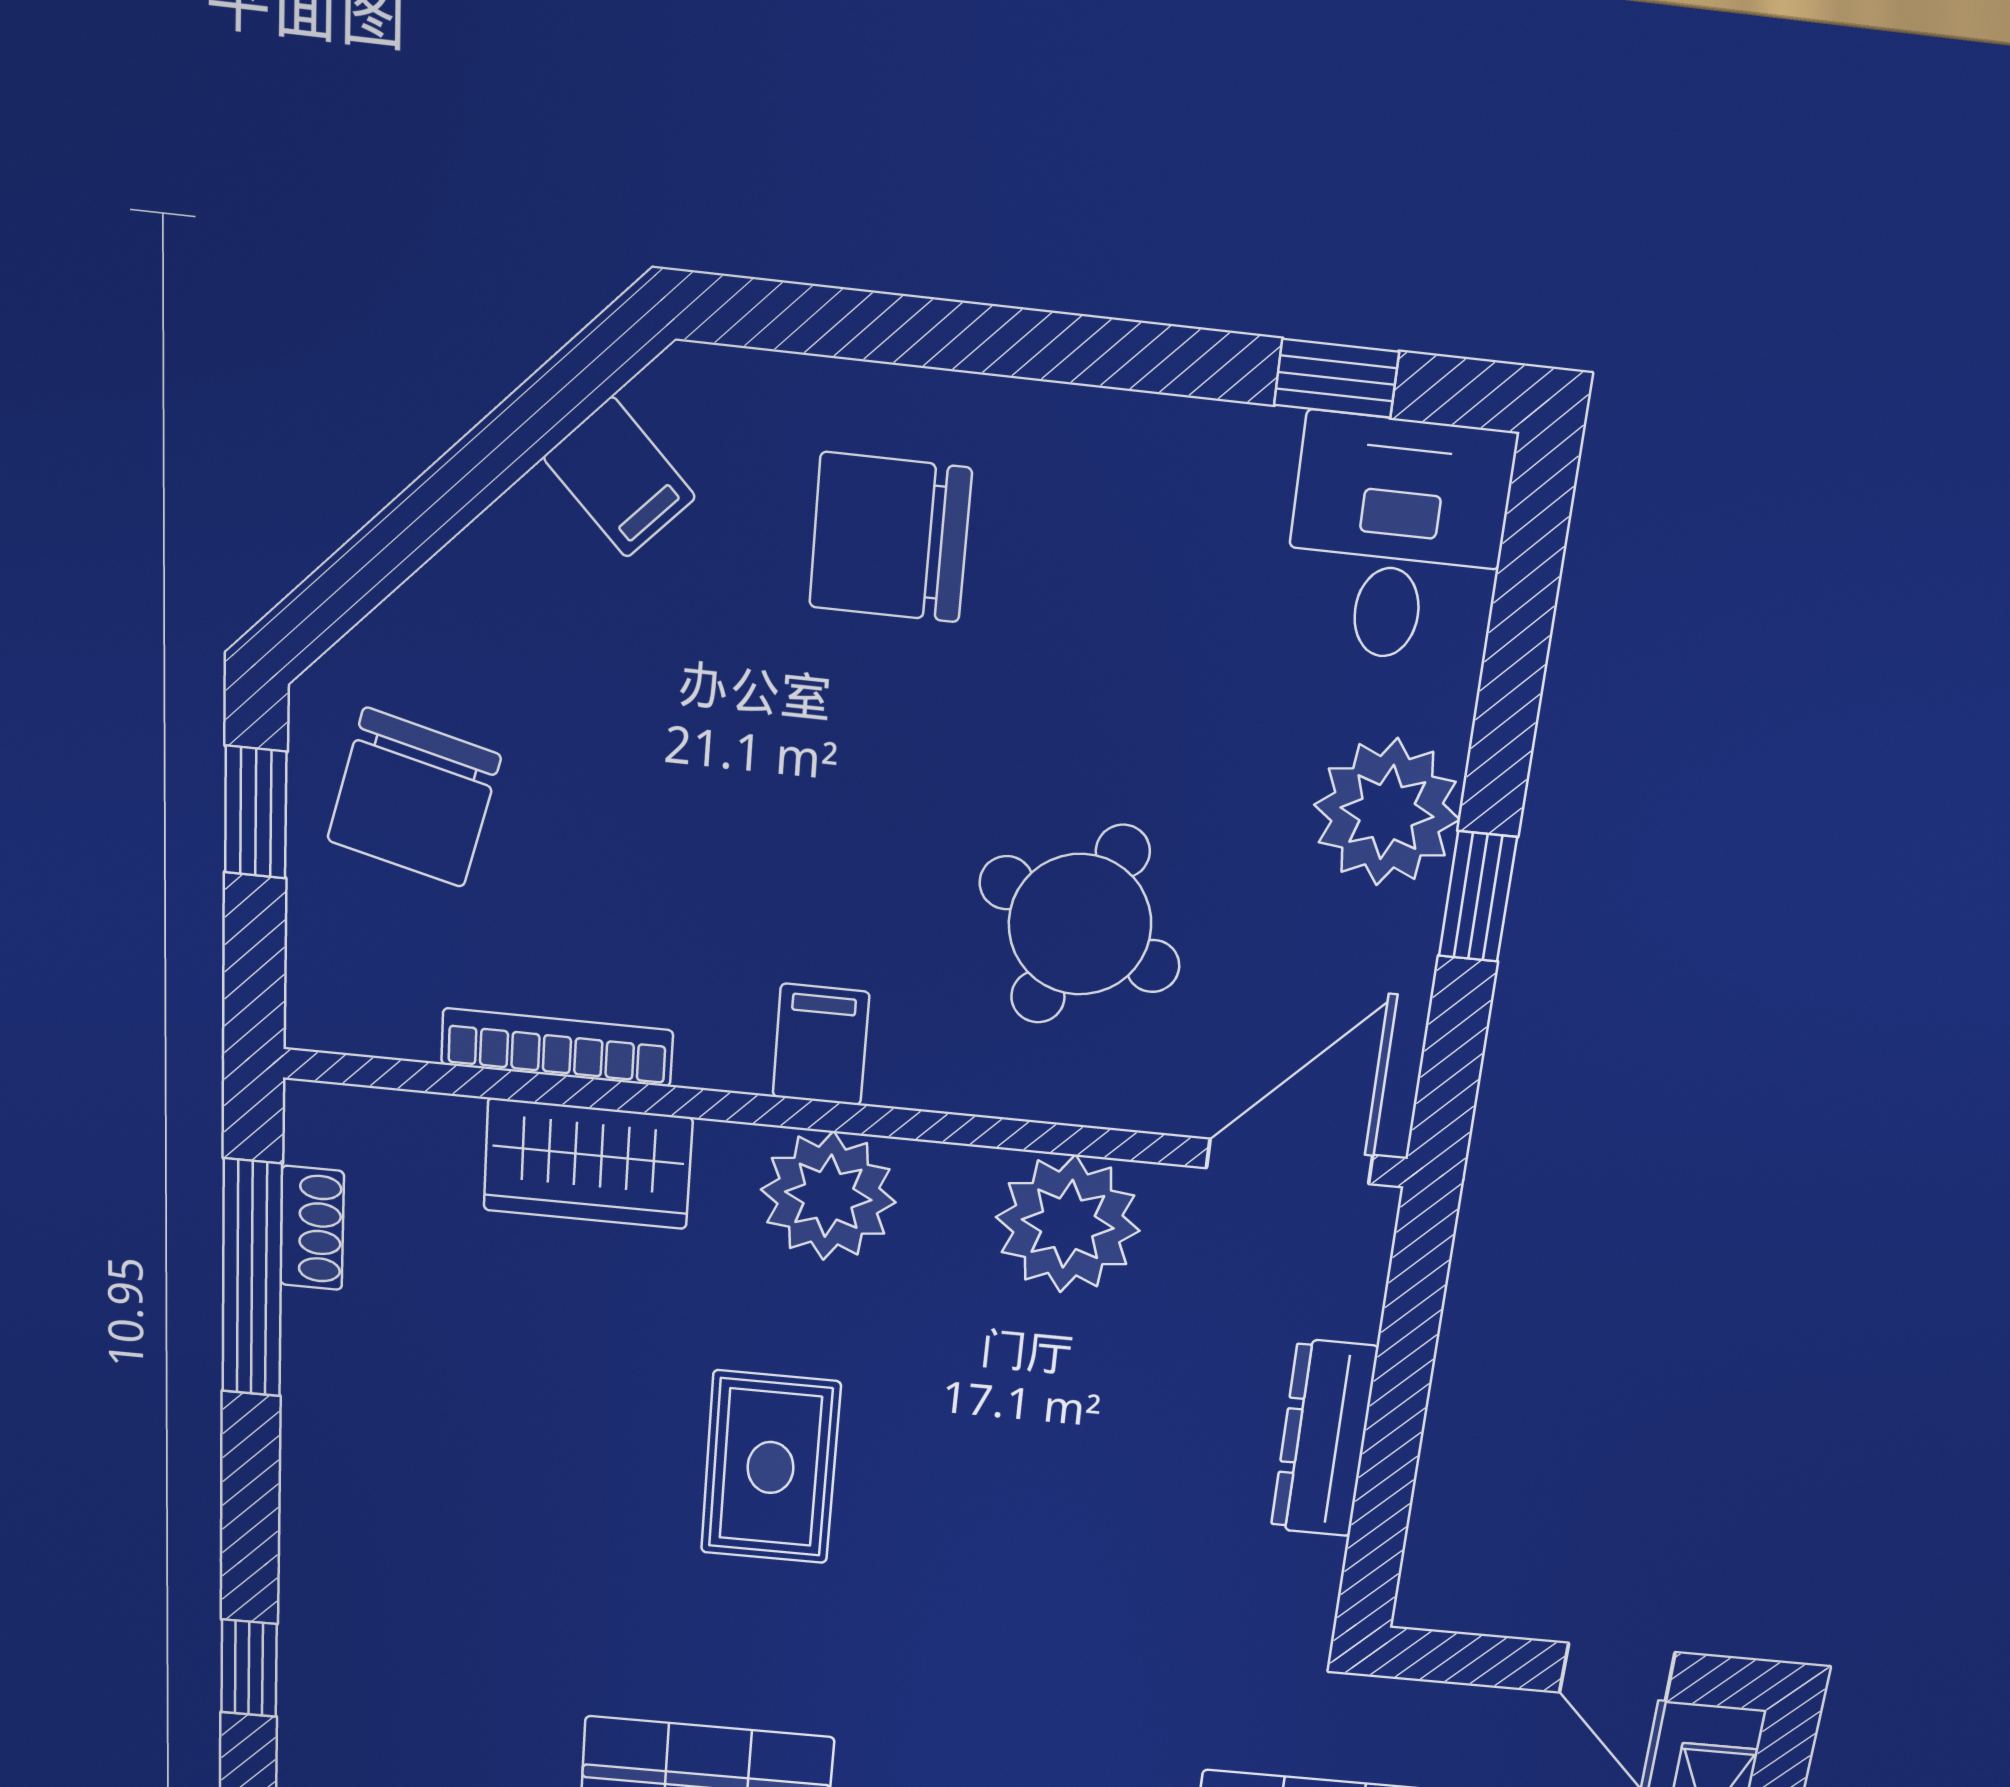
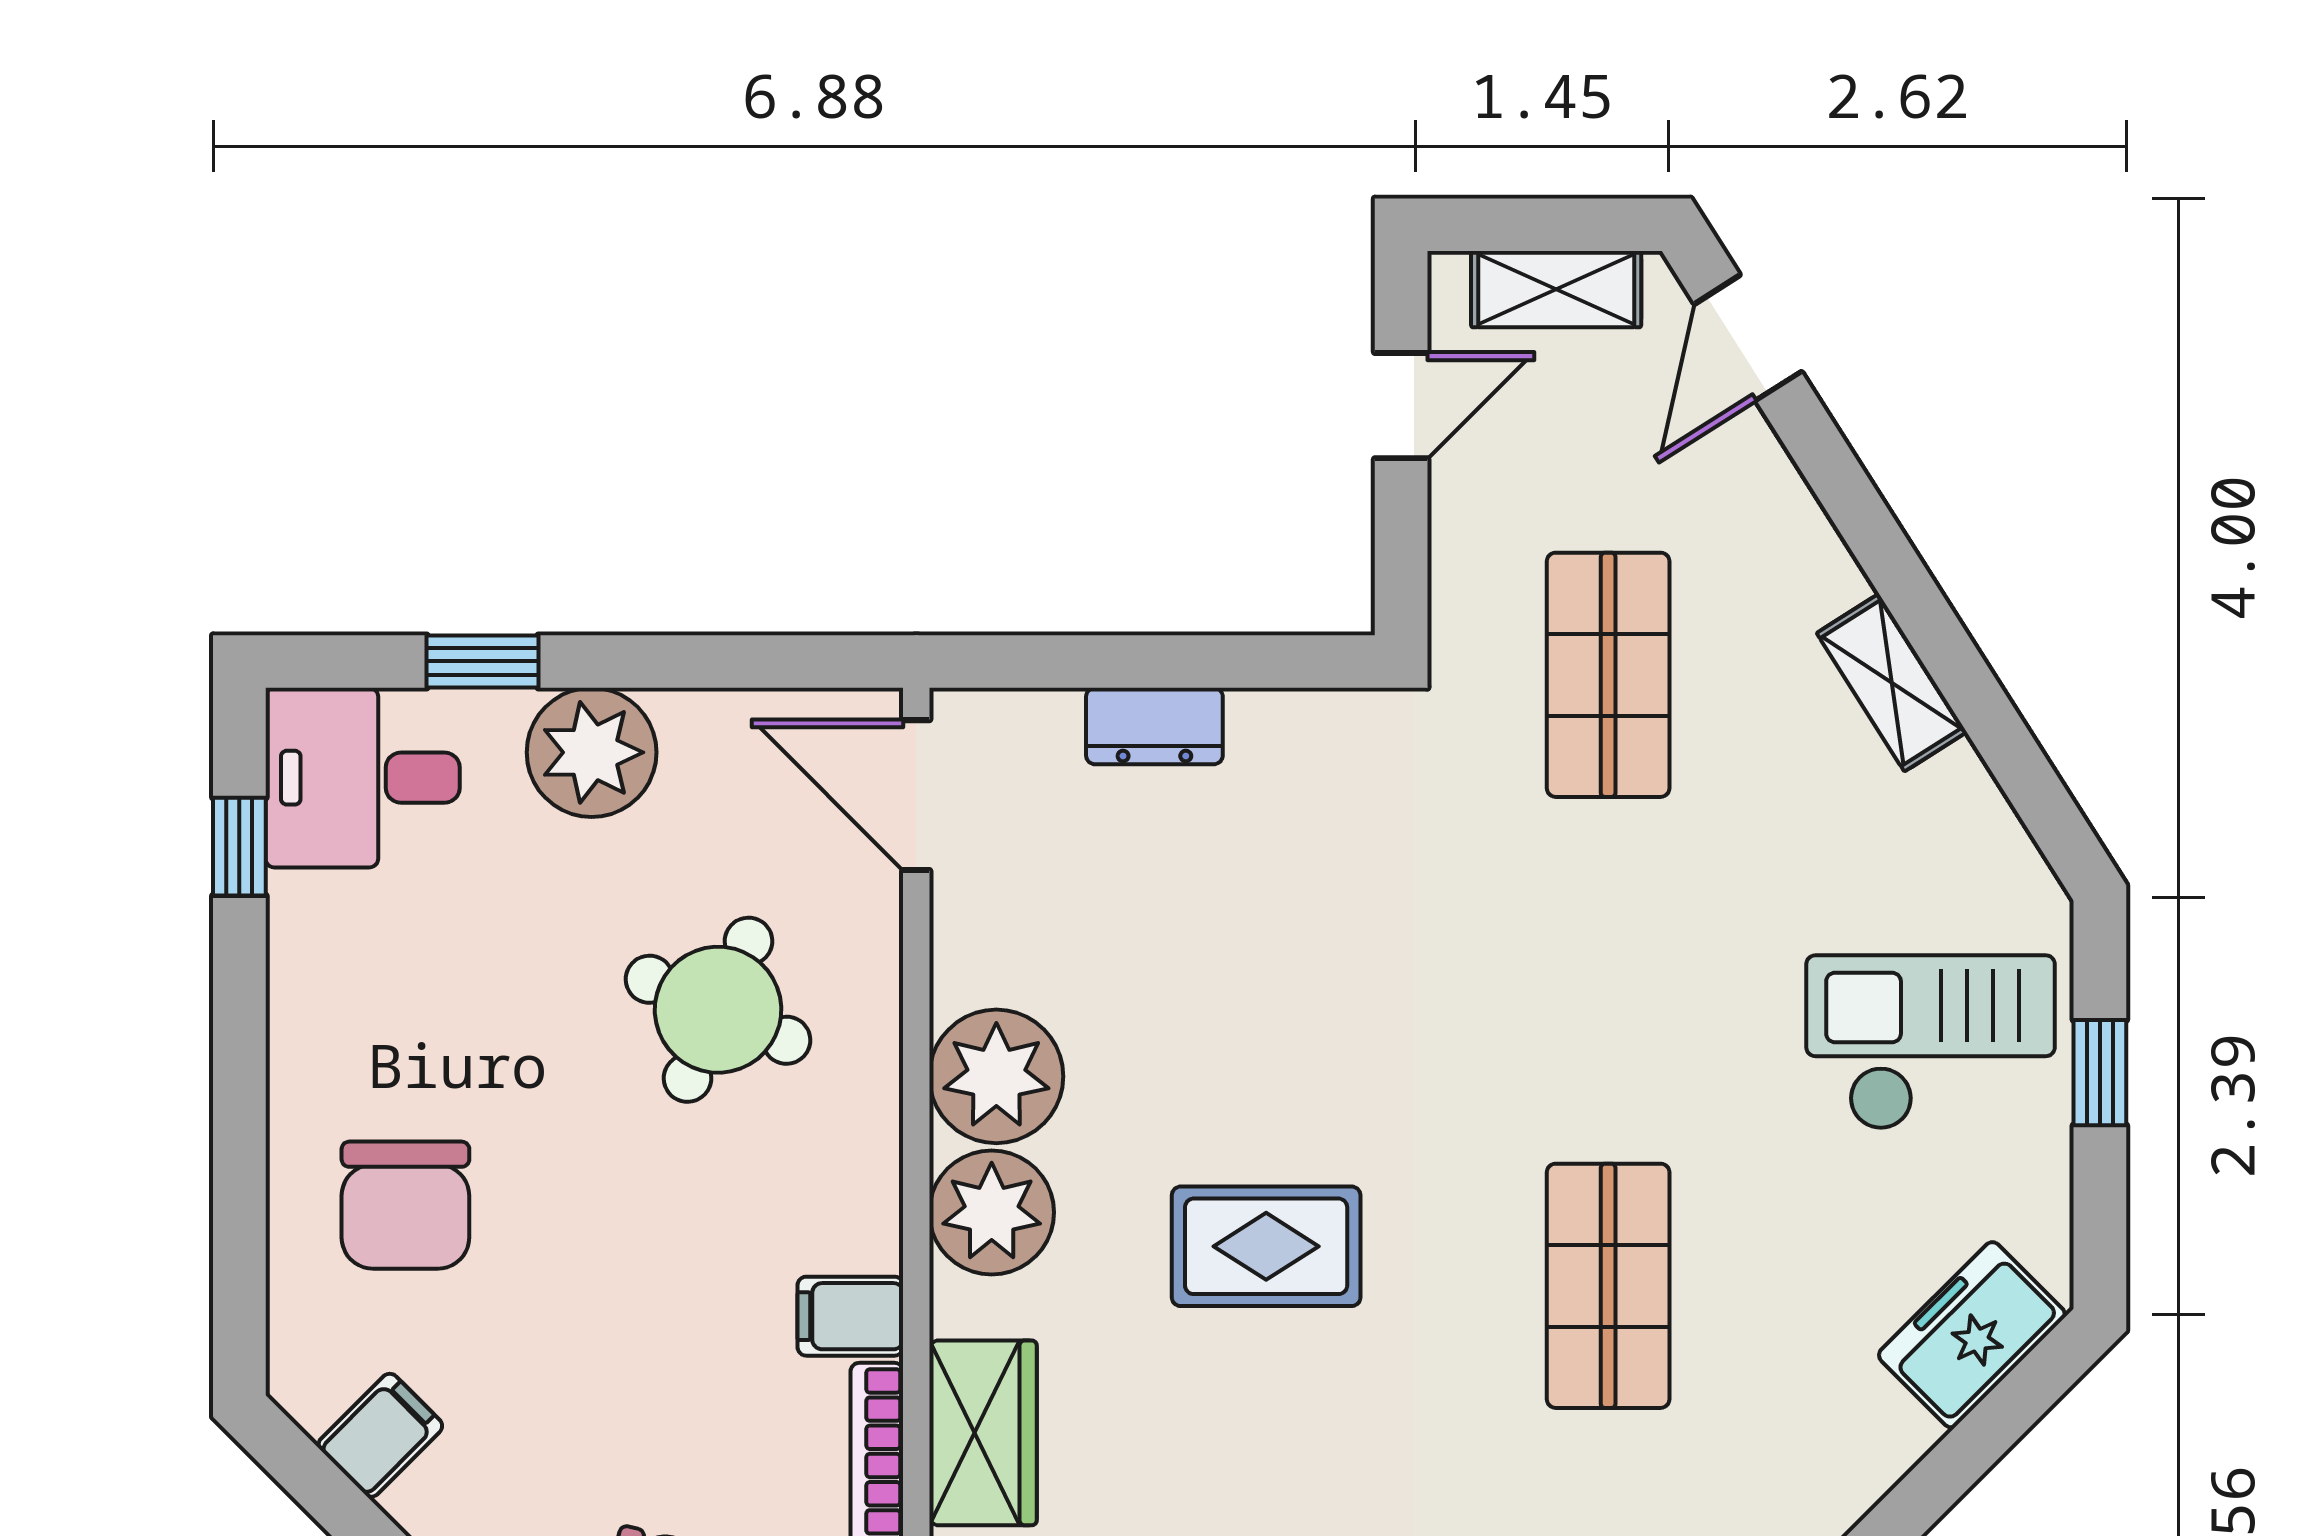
window: (1478, 897) -> (482, 661), moved
filing cabinet: (821, 1045) -> (850, 1316), moved
plant: (1068, 1224) -> (996, 1076), moved
dresser: (1324, 1438) -> (1154, 726), width x0.70

